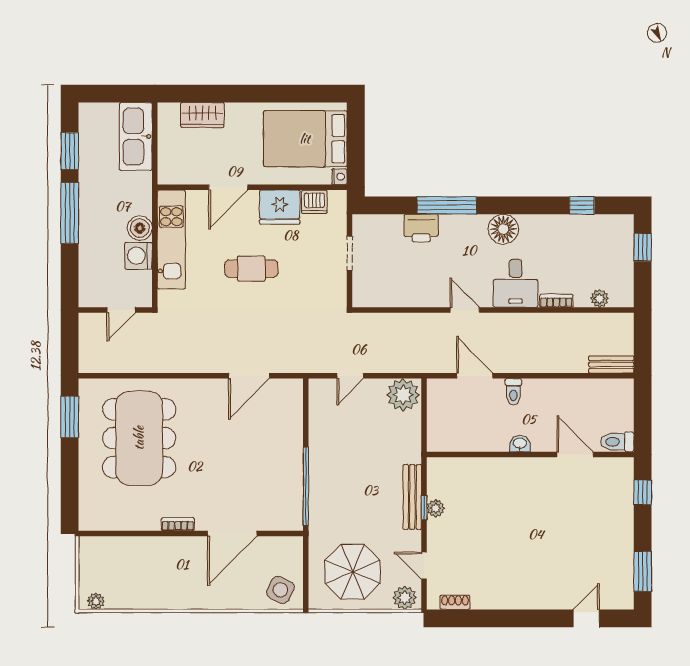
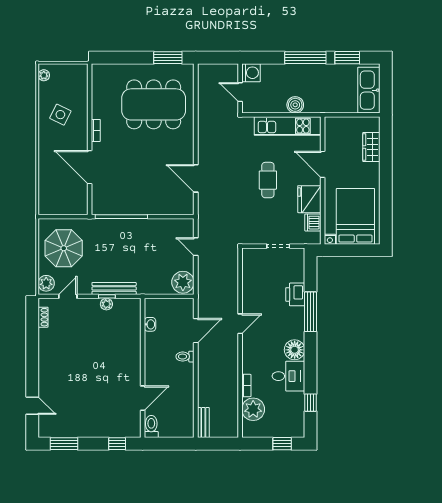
kitchen sink: (136, 136) -> (369, 90), moved, turned -90
washing machine: (138, 256) -> (251, 73), moved, turned 90
desk: (516, 283) -> (288, 376), moved, turned 180
plant: (599, 298) -> (253, 409), width x1.87, depth x1.87
washbasin: (520, 444) -> (150, 324), moved
side table: (280, 590) -> (60, 115), moved

